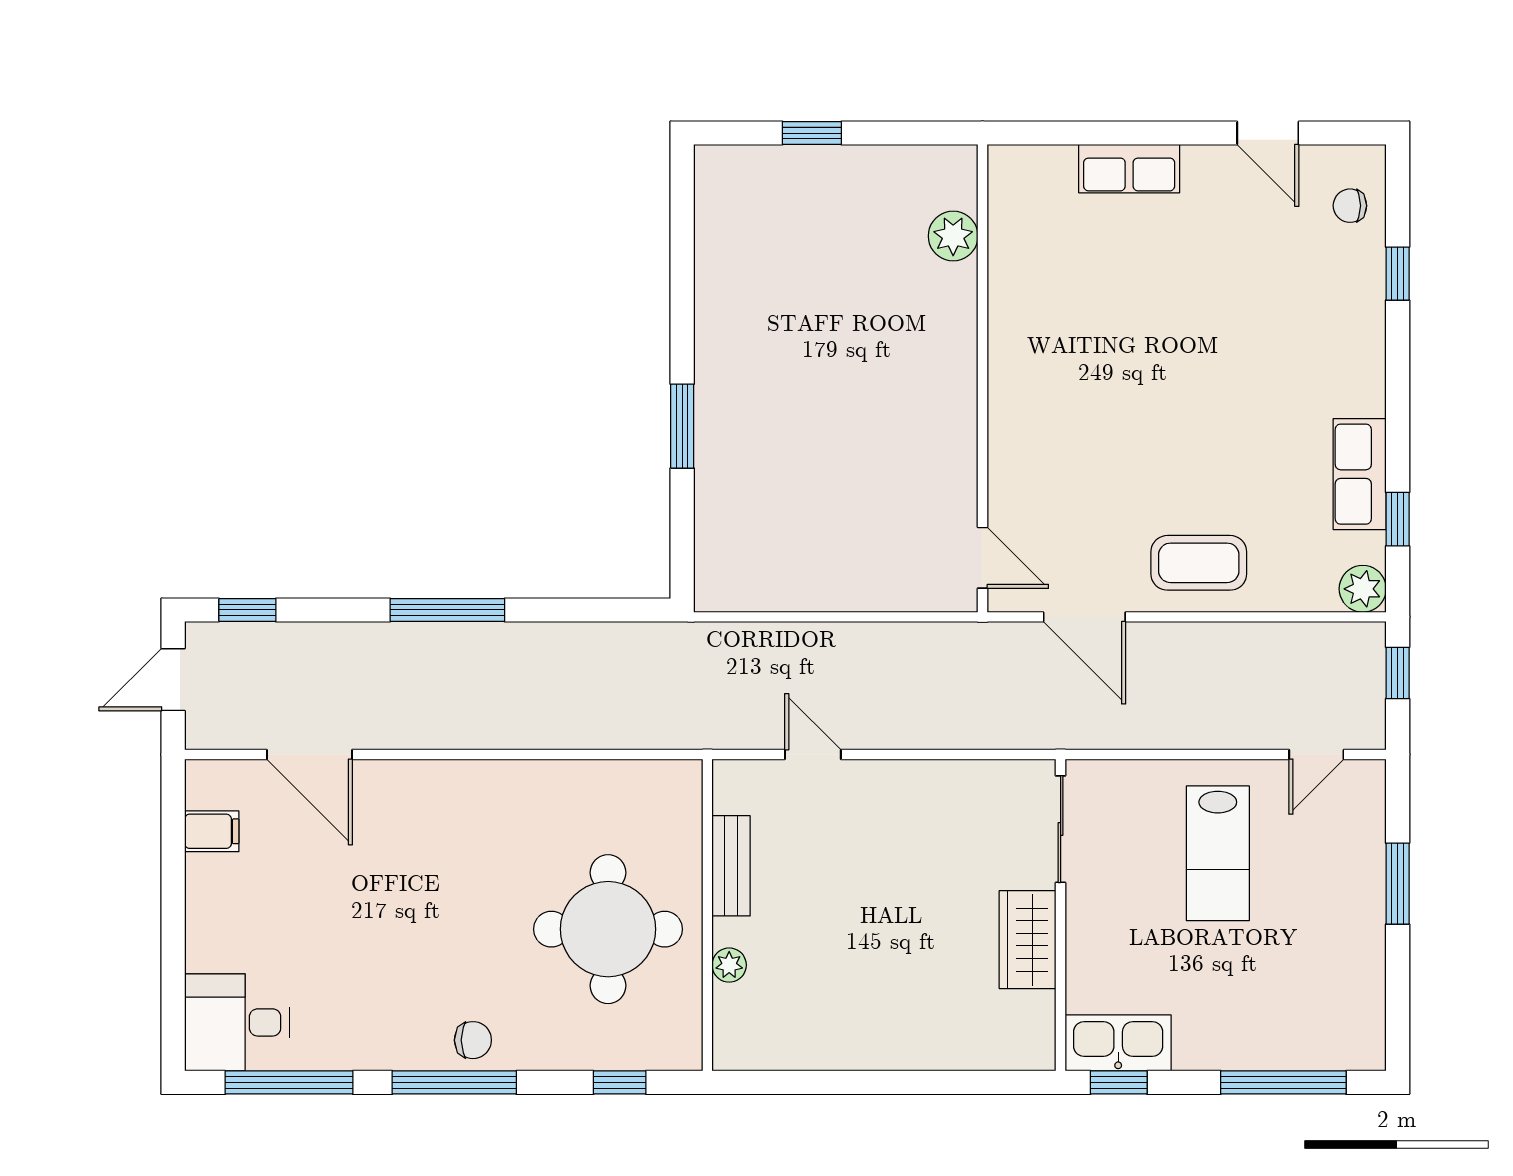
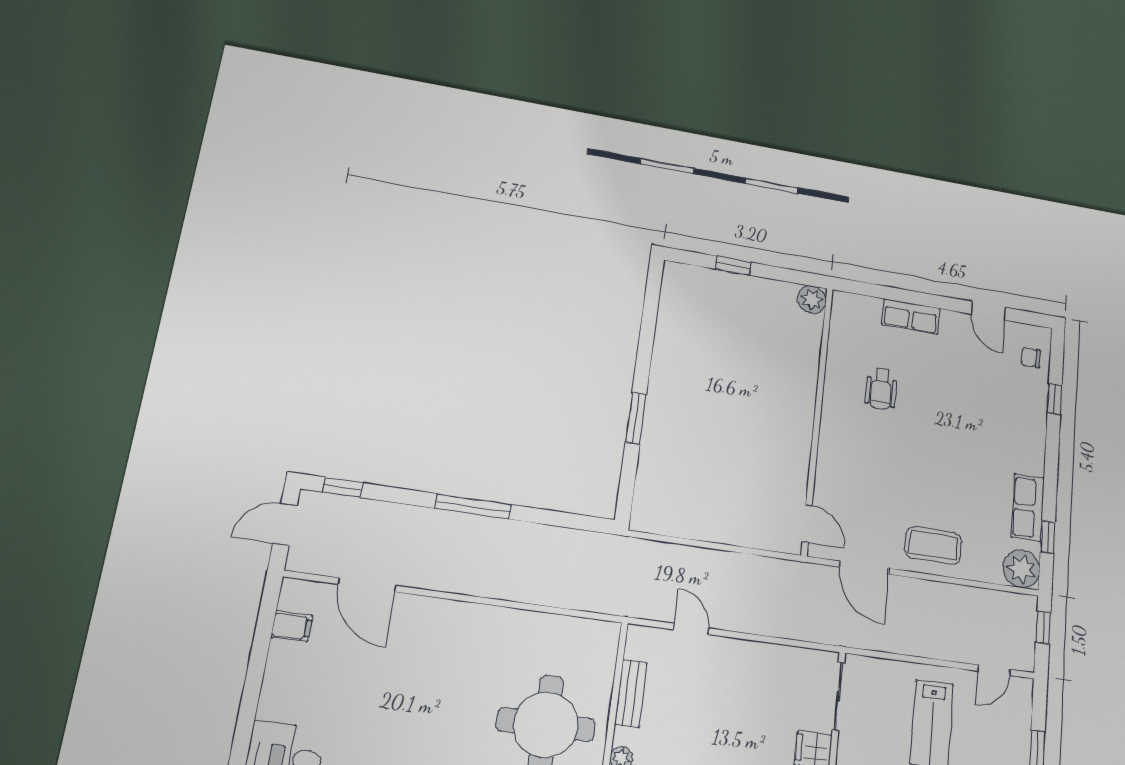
plant: (953, 236) -> (812, 300), moved
wheelchair: (1087, 308) -> (881, 389), added
plant: (1363, 589) -> (1021, 569), width x1.36, depth x1.36

